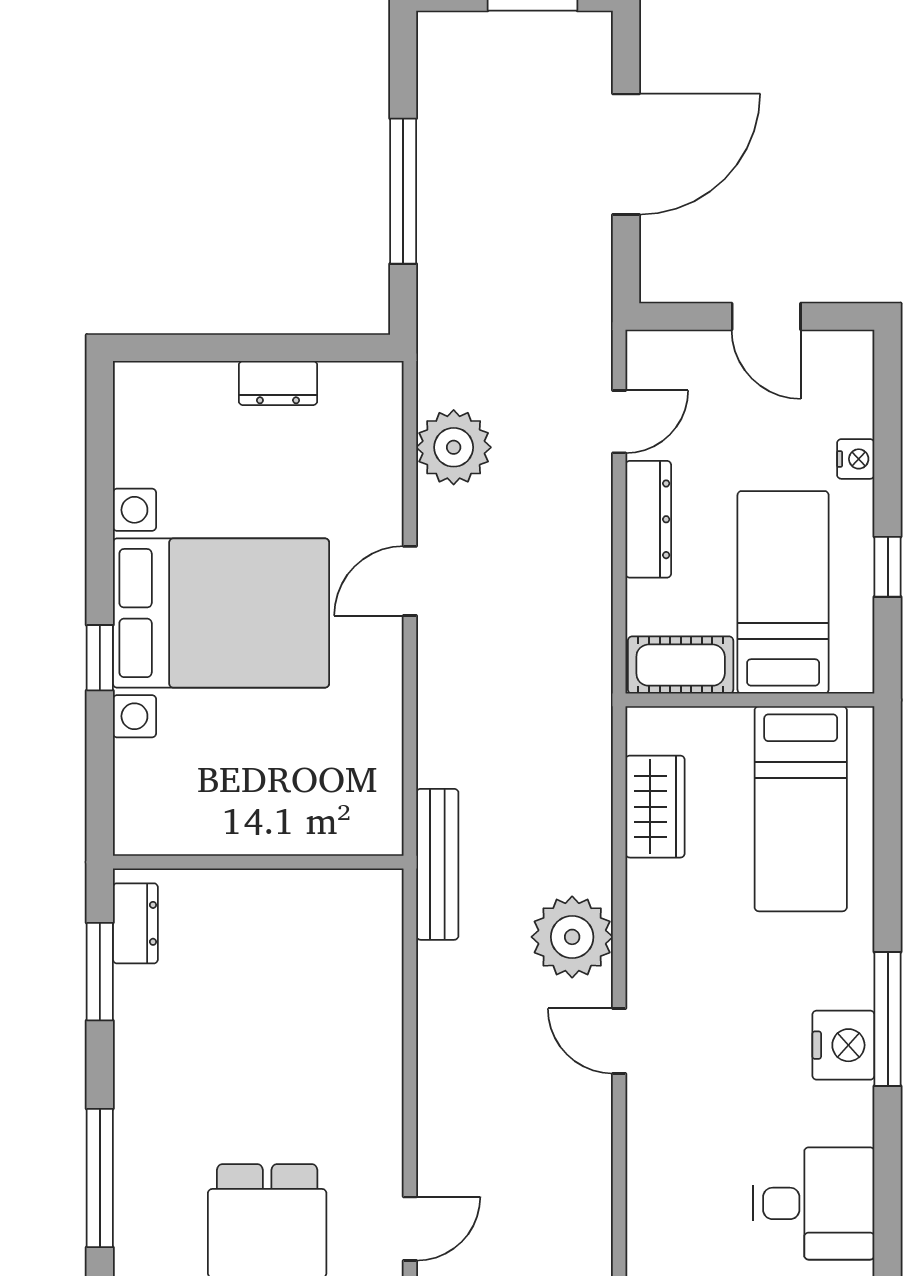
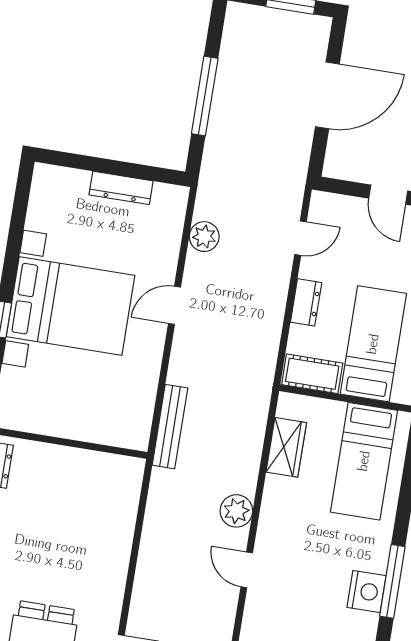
dresser: (278, 383) -> (121, 188), width x1.44
plant: (454, 447) -> (204, 237), width x0.73, depth x0.73
dresser: (648, 519) -> (306, 302), width x0.70
bench: (437, 864) -> (170, 427), moved
plant: (572, 937) -> (236, 511), width x0.73, depth x0.73

